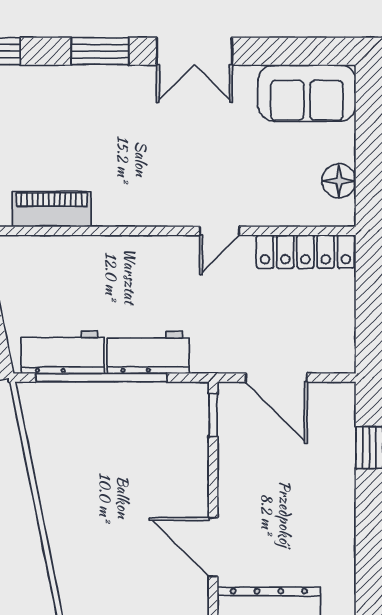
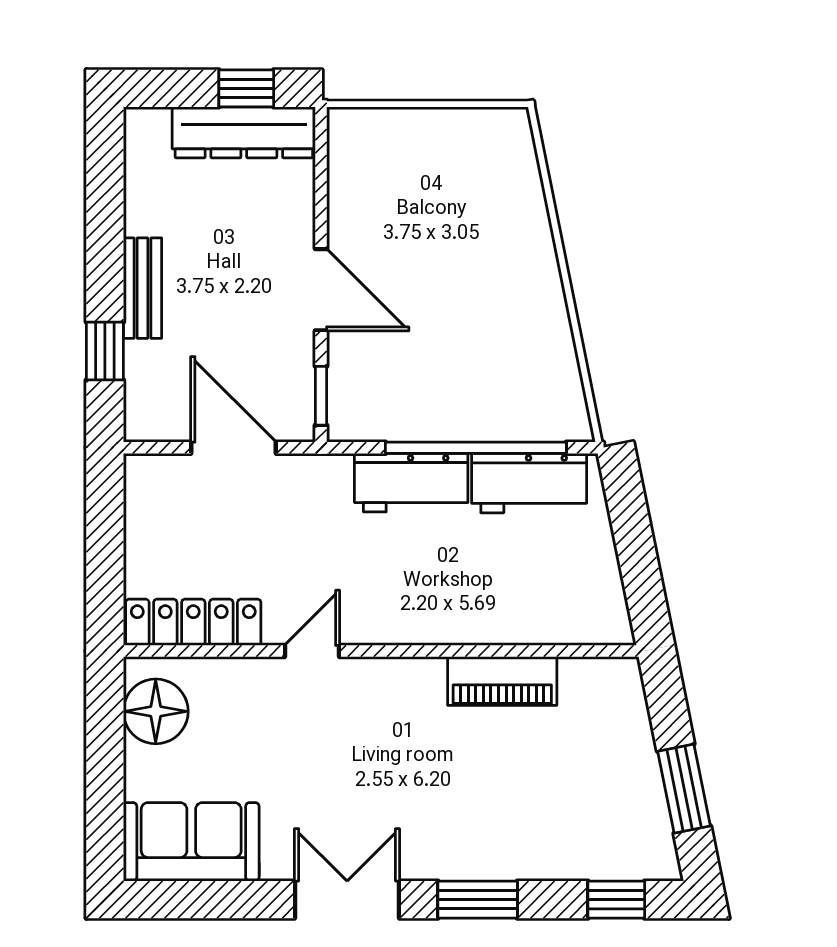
floor lamp: (339, 181) -> (156, 711), width x1.38, depth x1.38
piano: (52, 209) -> (502, 681), moved
bench: (342, 493) -> (142, 288), added
door: (213, 547) -> (321, 290), moved

